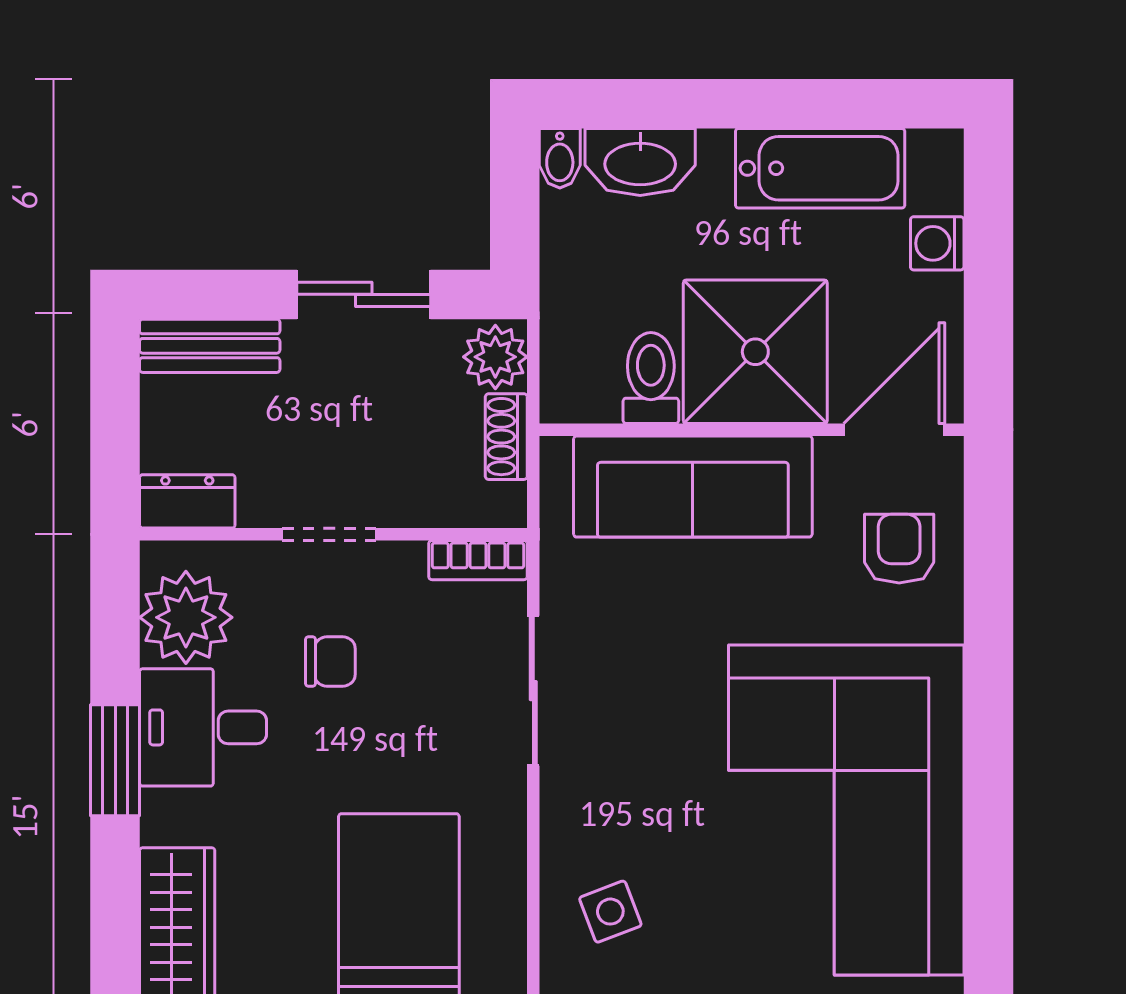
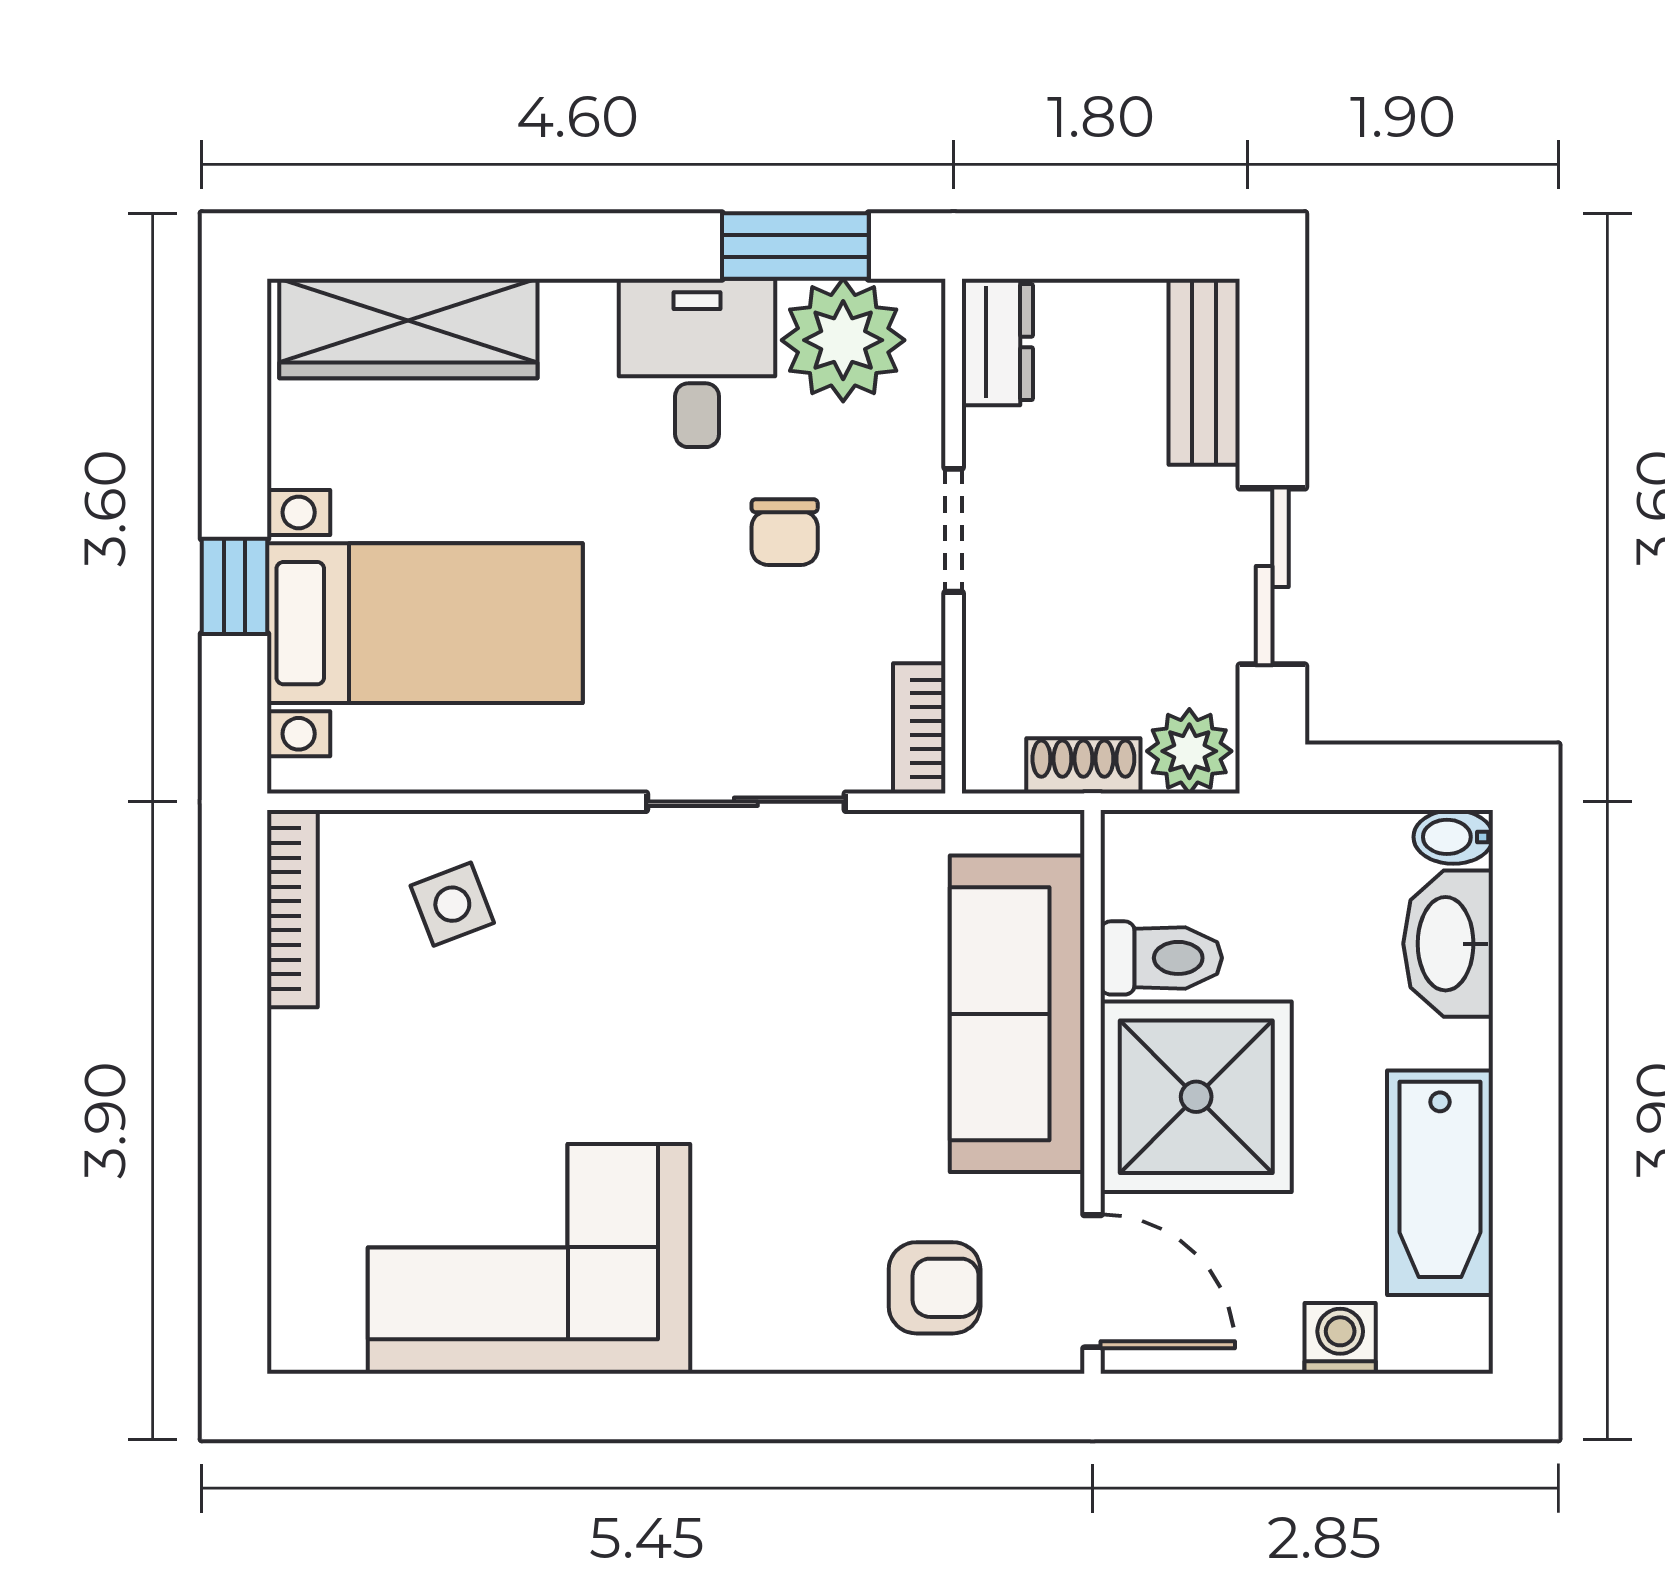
window: (115, 760) -> (795, 246), moved
corner sofa: (846, 810) -> (529, 1259), width x0.73, depth x0.74

